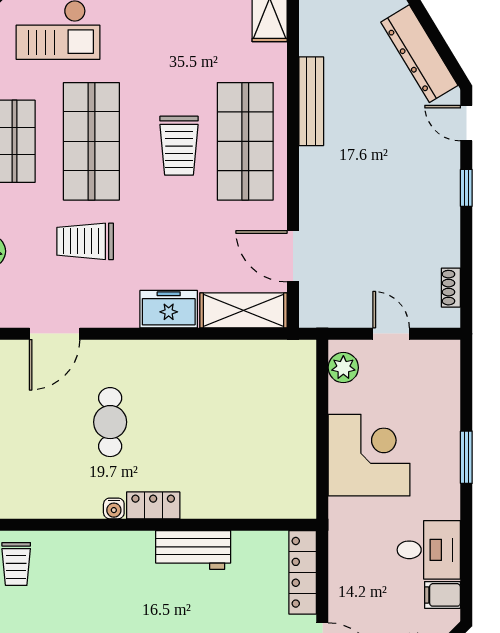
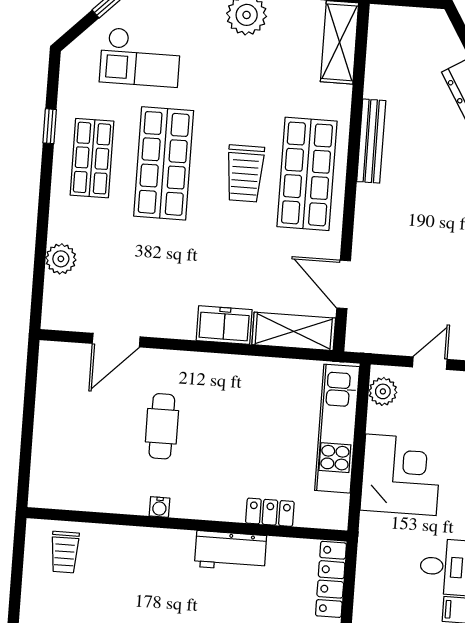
trolley: (85, 241) -> (151, 256), removed
door: (391, 334) -> (430, 363), hinge flipped
kitchen unit: (297, 411) -> (337, 429), added
locker: (153, 505) -> (270, 512), moved

